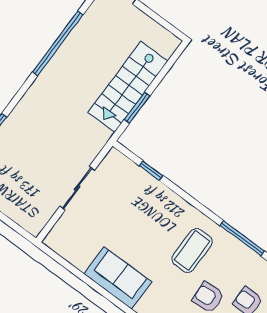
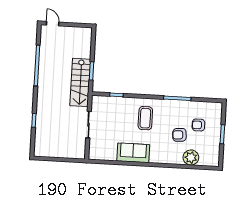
stairs: (128, 87) -> (80, 82), moved
coffee table: (192, 250) -> (145, 118), moved

